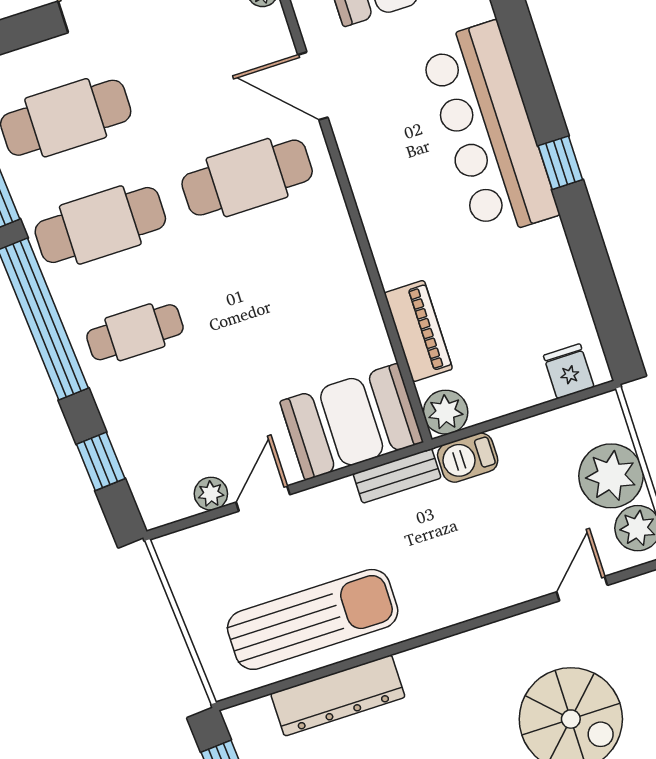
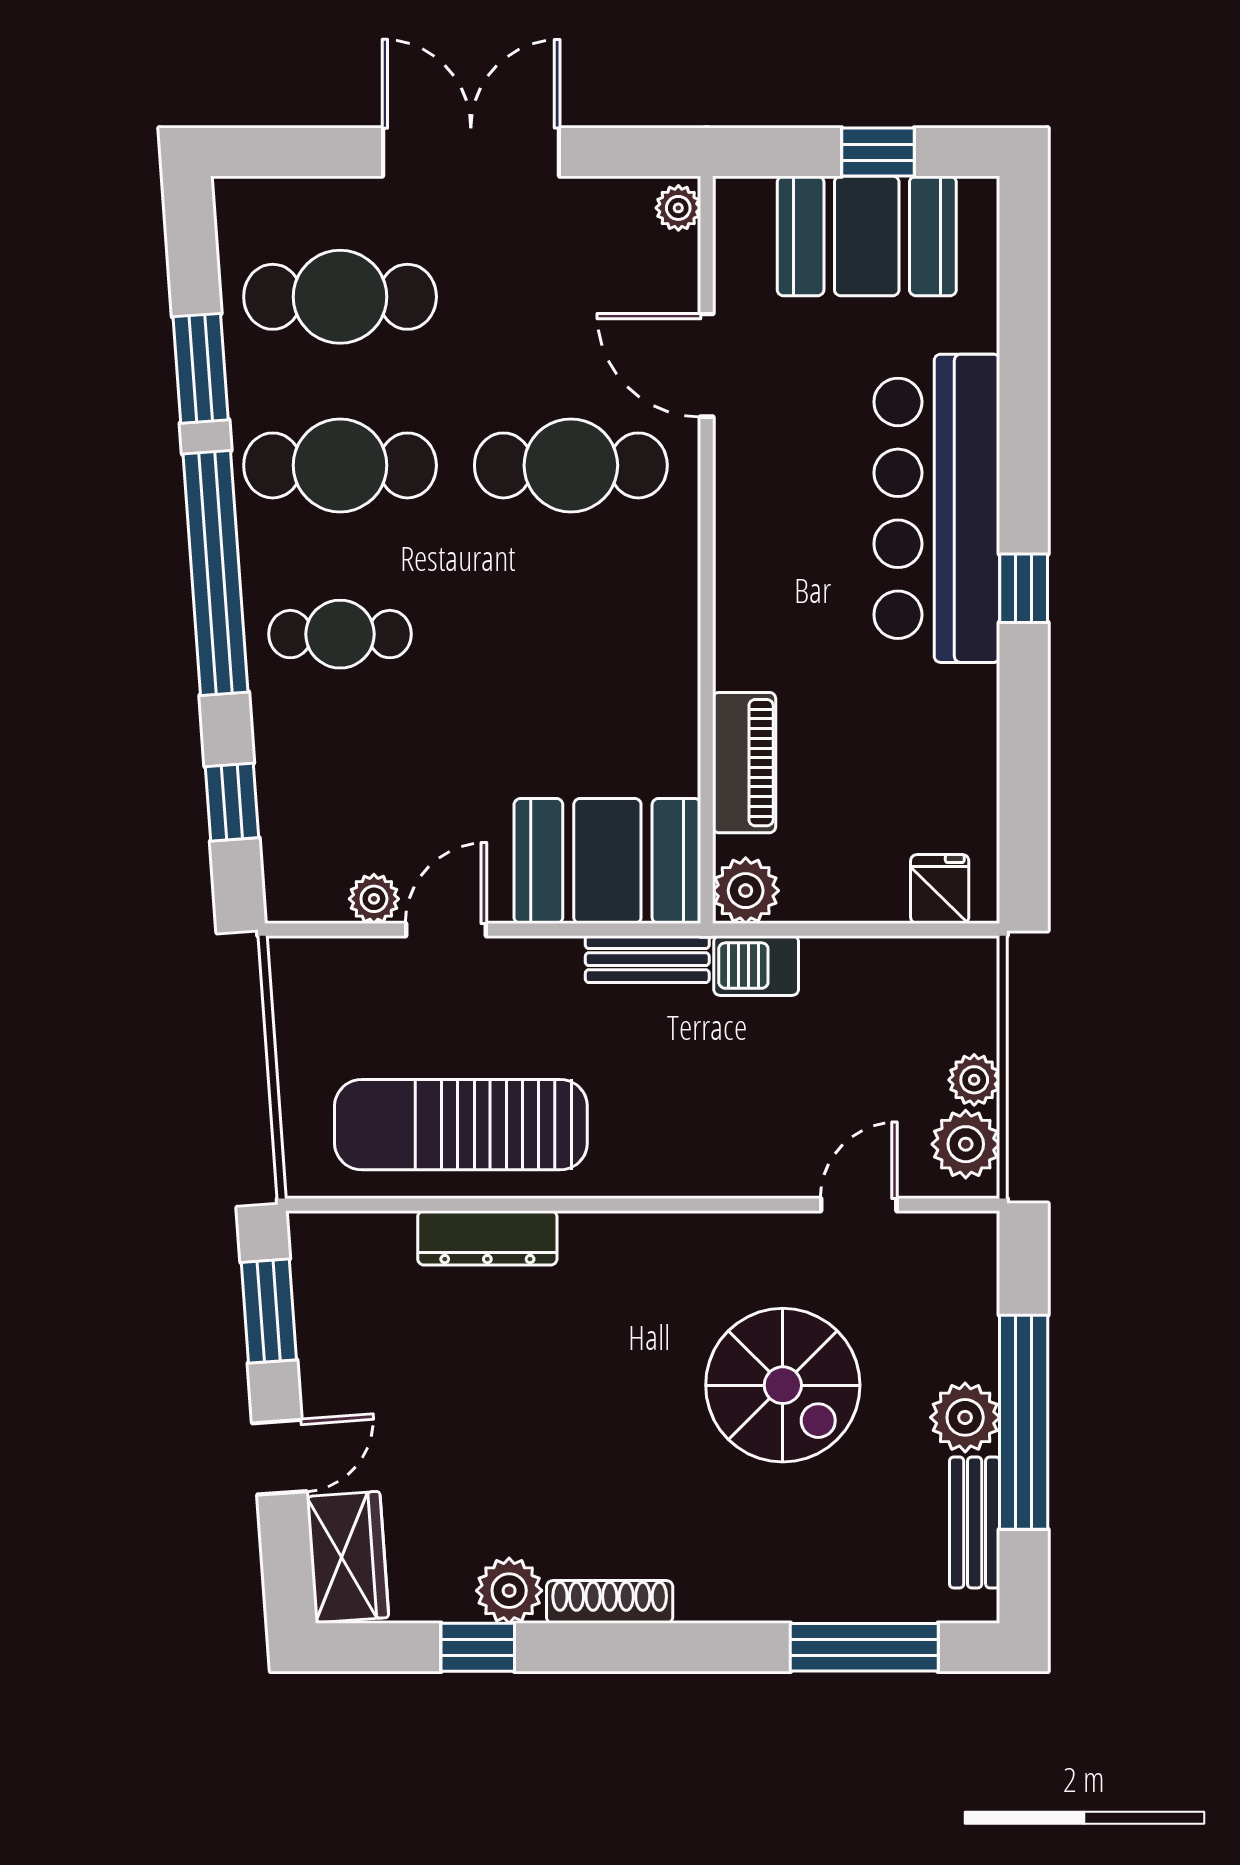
plant: (611, 476) -> (974, 1080), width x0.53, depth x0.53
sun lounger: (313, 619) -> (461, 1125), turned 180
dresser: (338, 695) -> (487, 1238), width x0.73, depth x0.80

